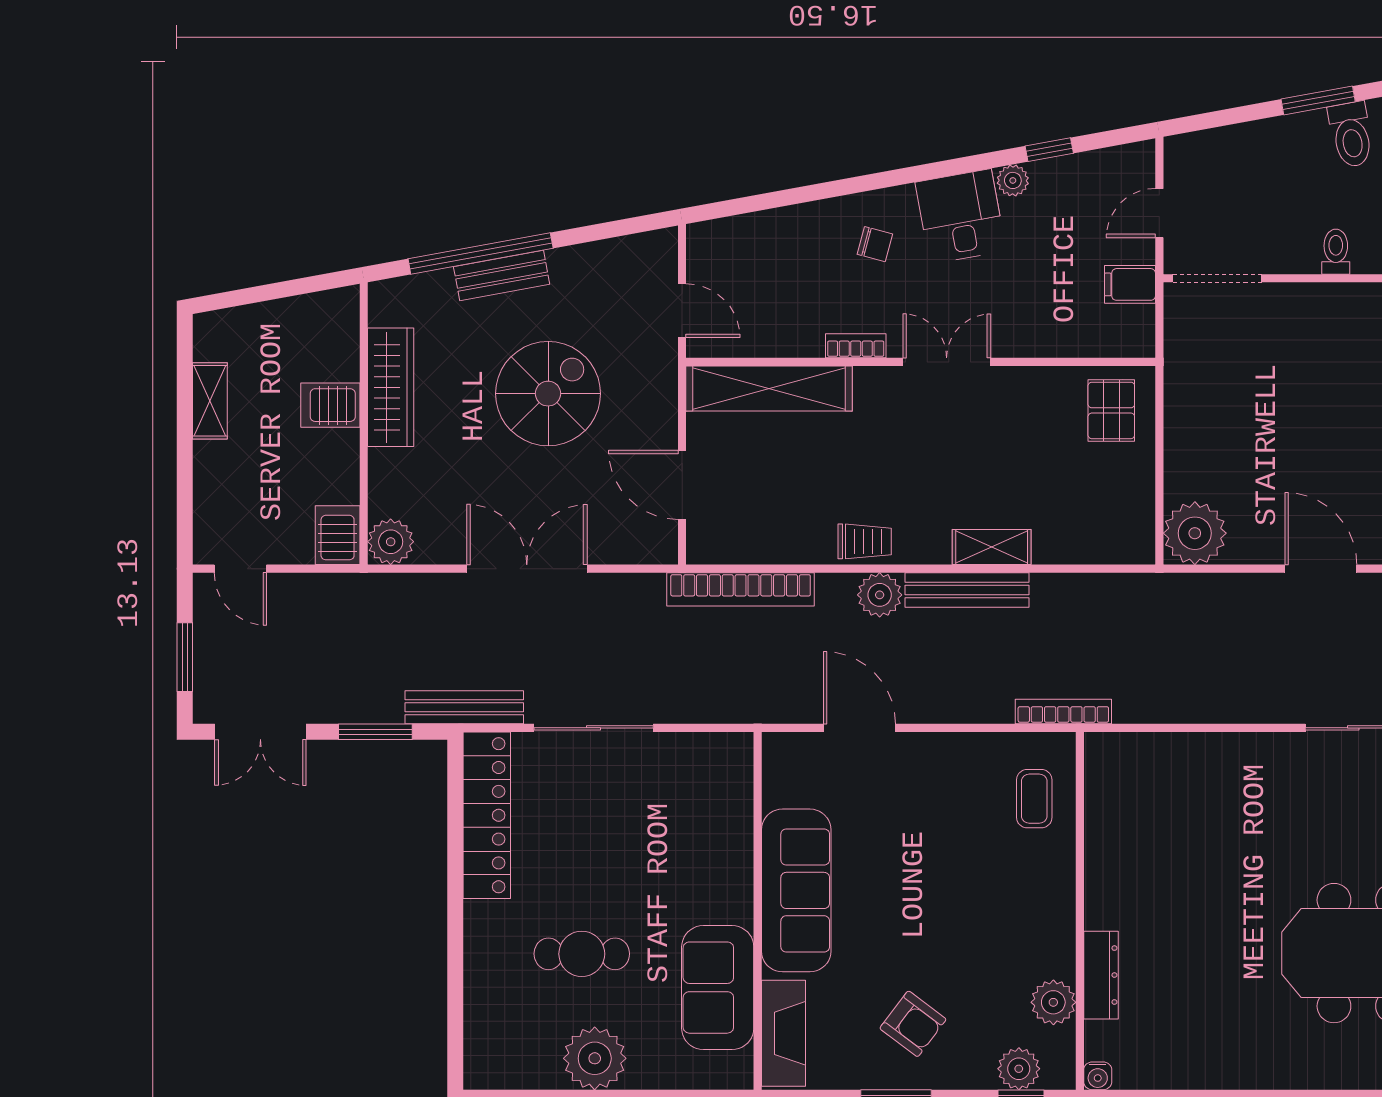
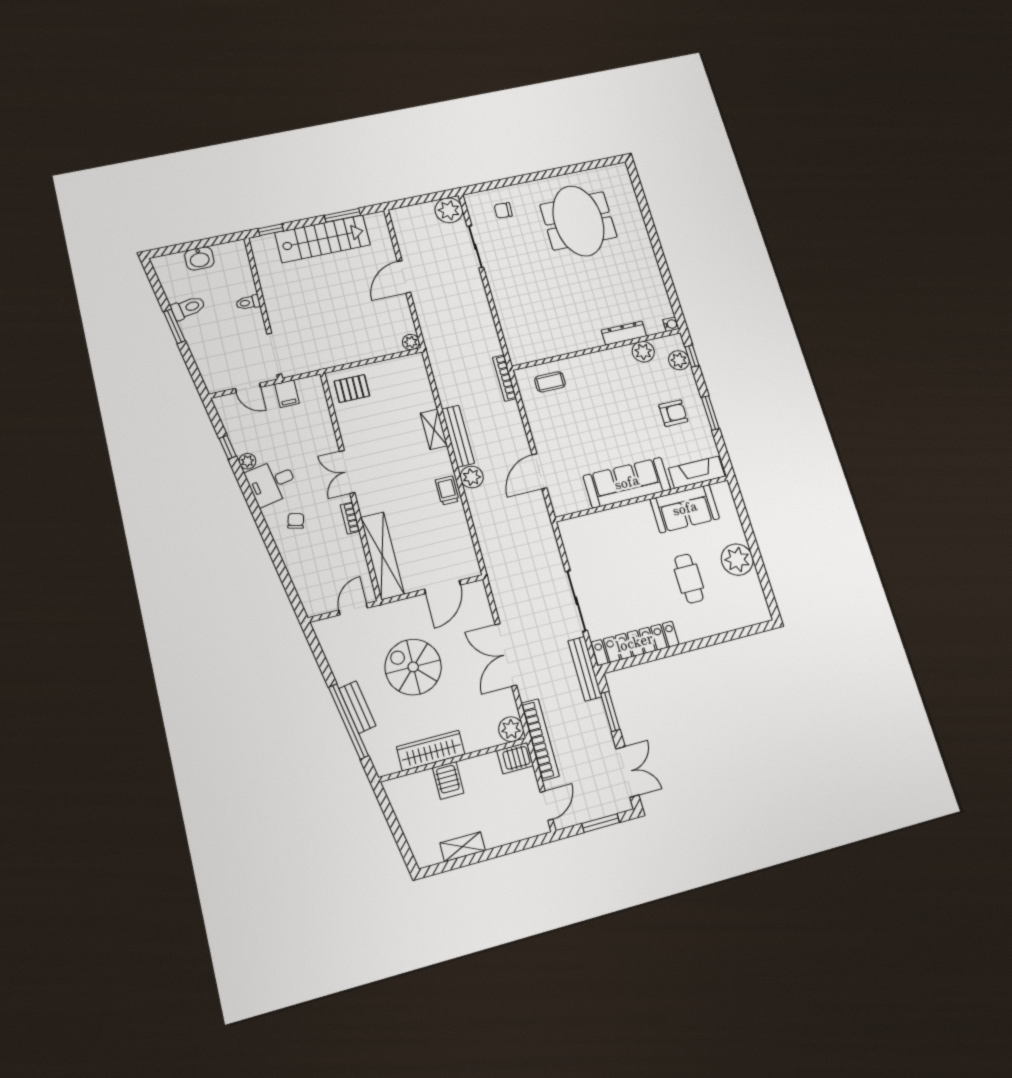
plant: (1195, 533) -> (411, 342), width x0.53, depth x0.53
bookcase: (741, 589) -> (540, 740), moved
armchair: (913, 1024) -> (673, 413), turned 53

